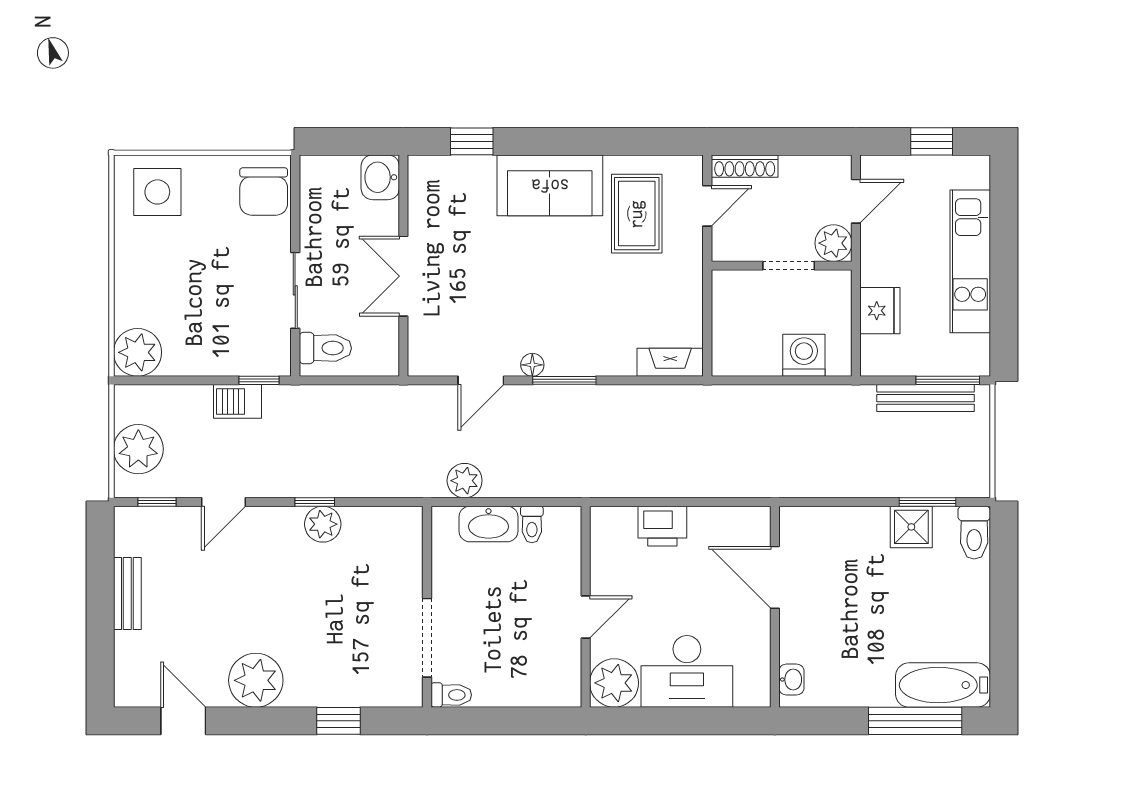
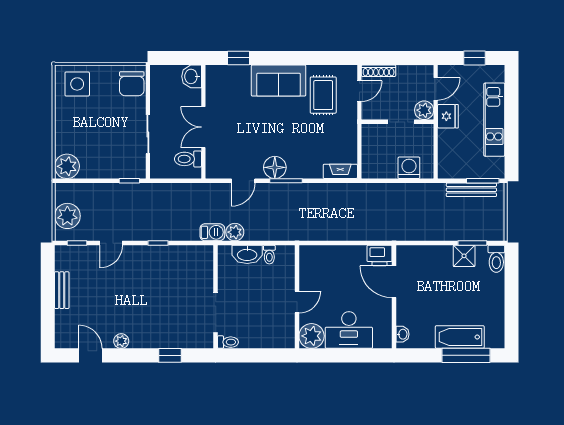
fridge: (880, 311) -> (448, 116), moved
toilet: (325, 348) -> (188, 159), moved, turned 180
floor lamp: (532, 365) -> (275, 167), width x1.89, depth x1.89
barbecue: (238, 401) -> (212, 232), moved, turned 180
plant: (323, 524) -> (162, 254), removed
printer: (662, 526) -> (379, 255), moved
plant: (256, 680) -> (121, 341), width x0.53, depth x0.53
bathtub: (943, 685) -> (460, 337), moved

